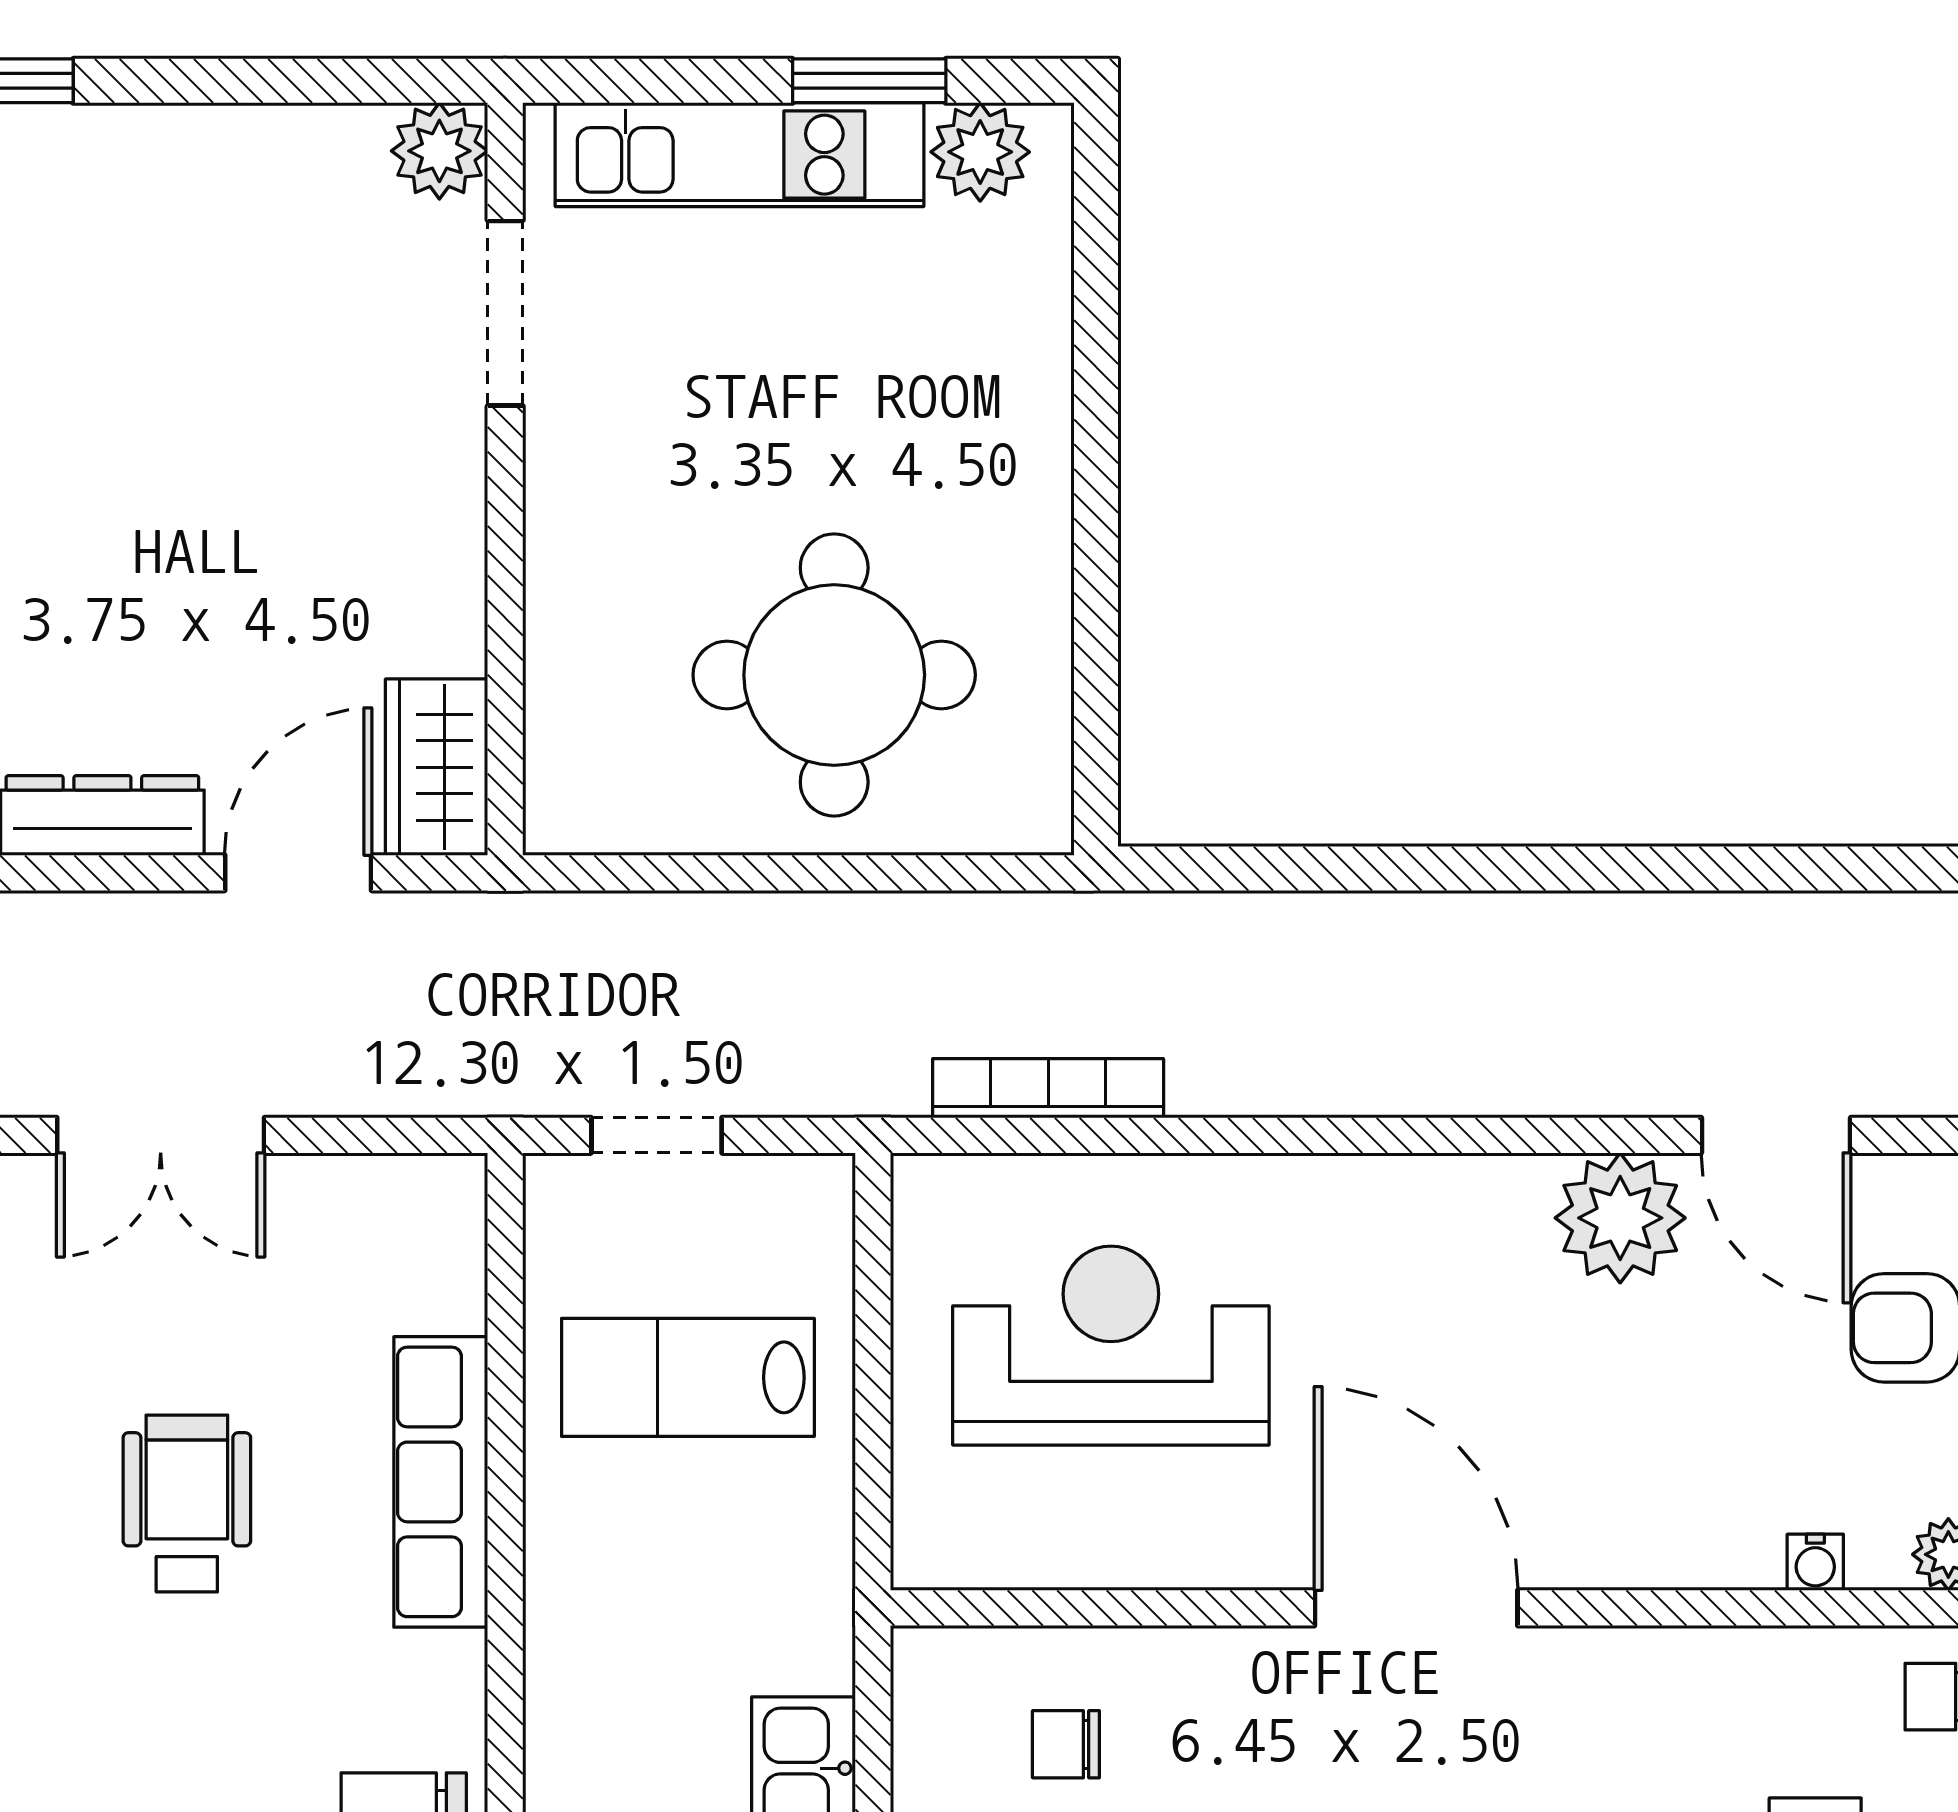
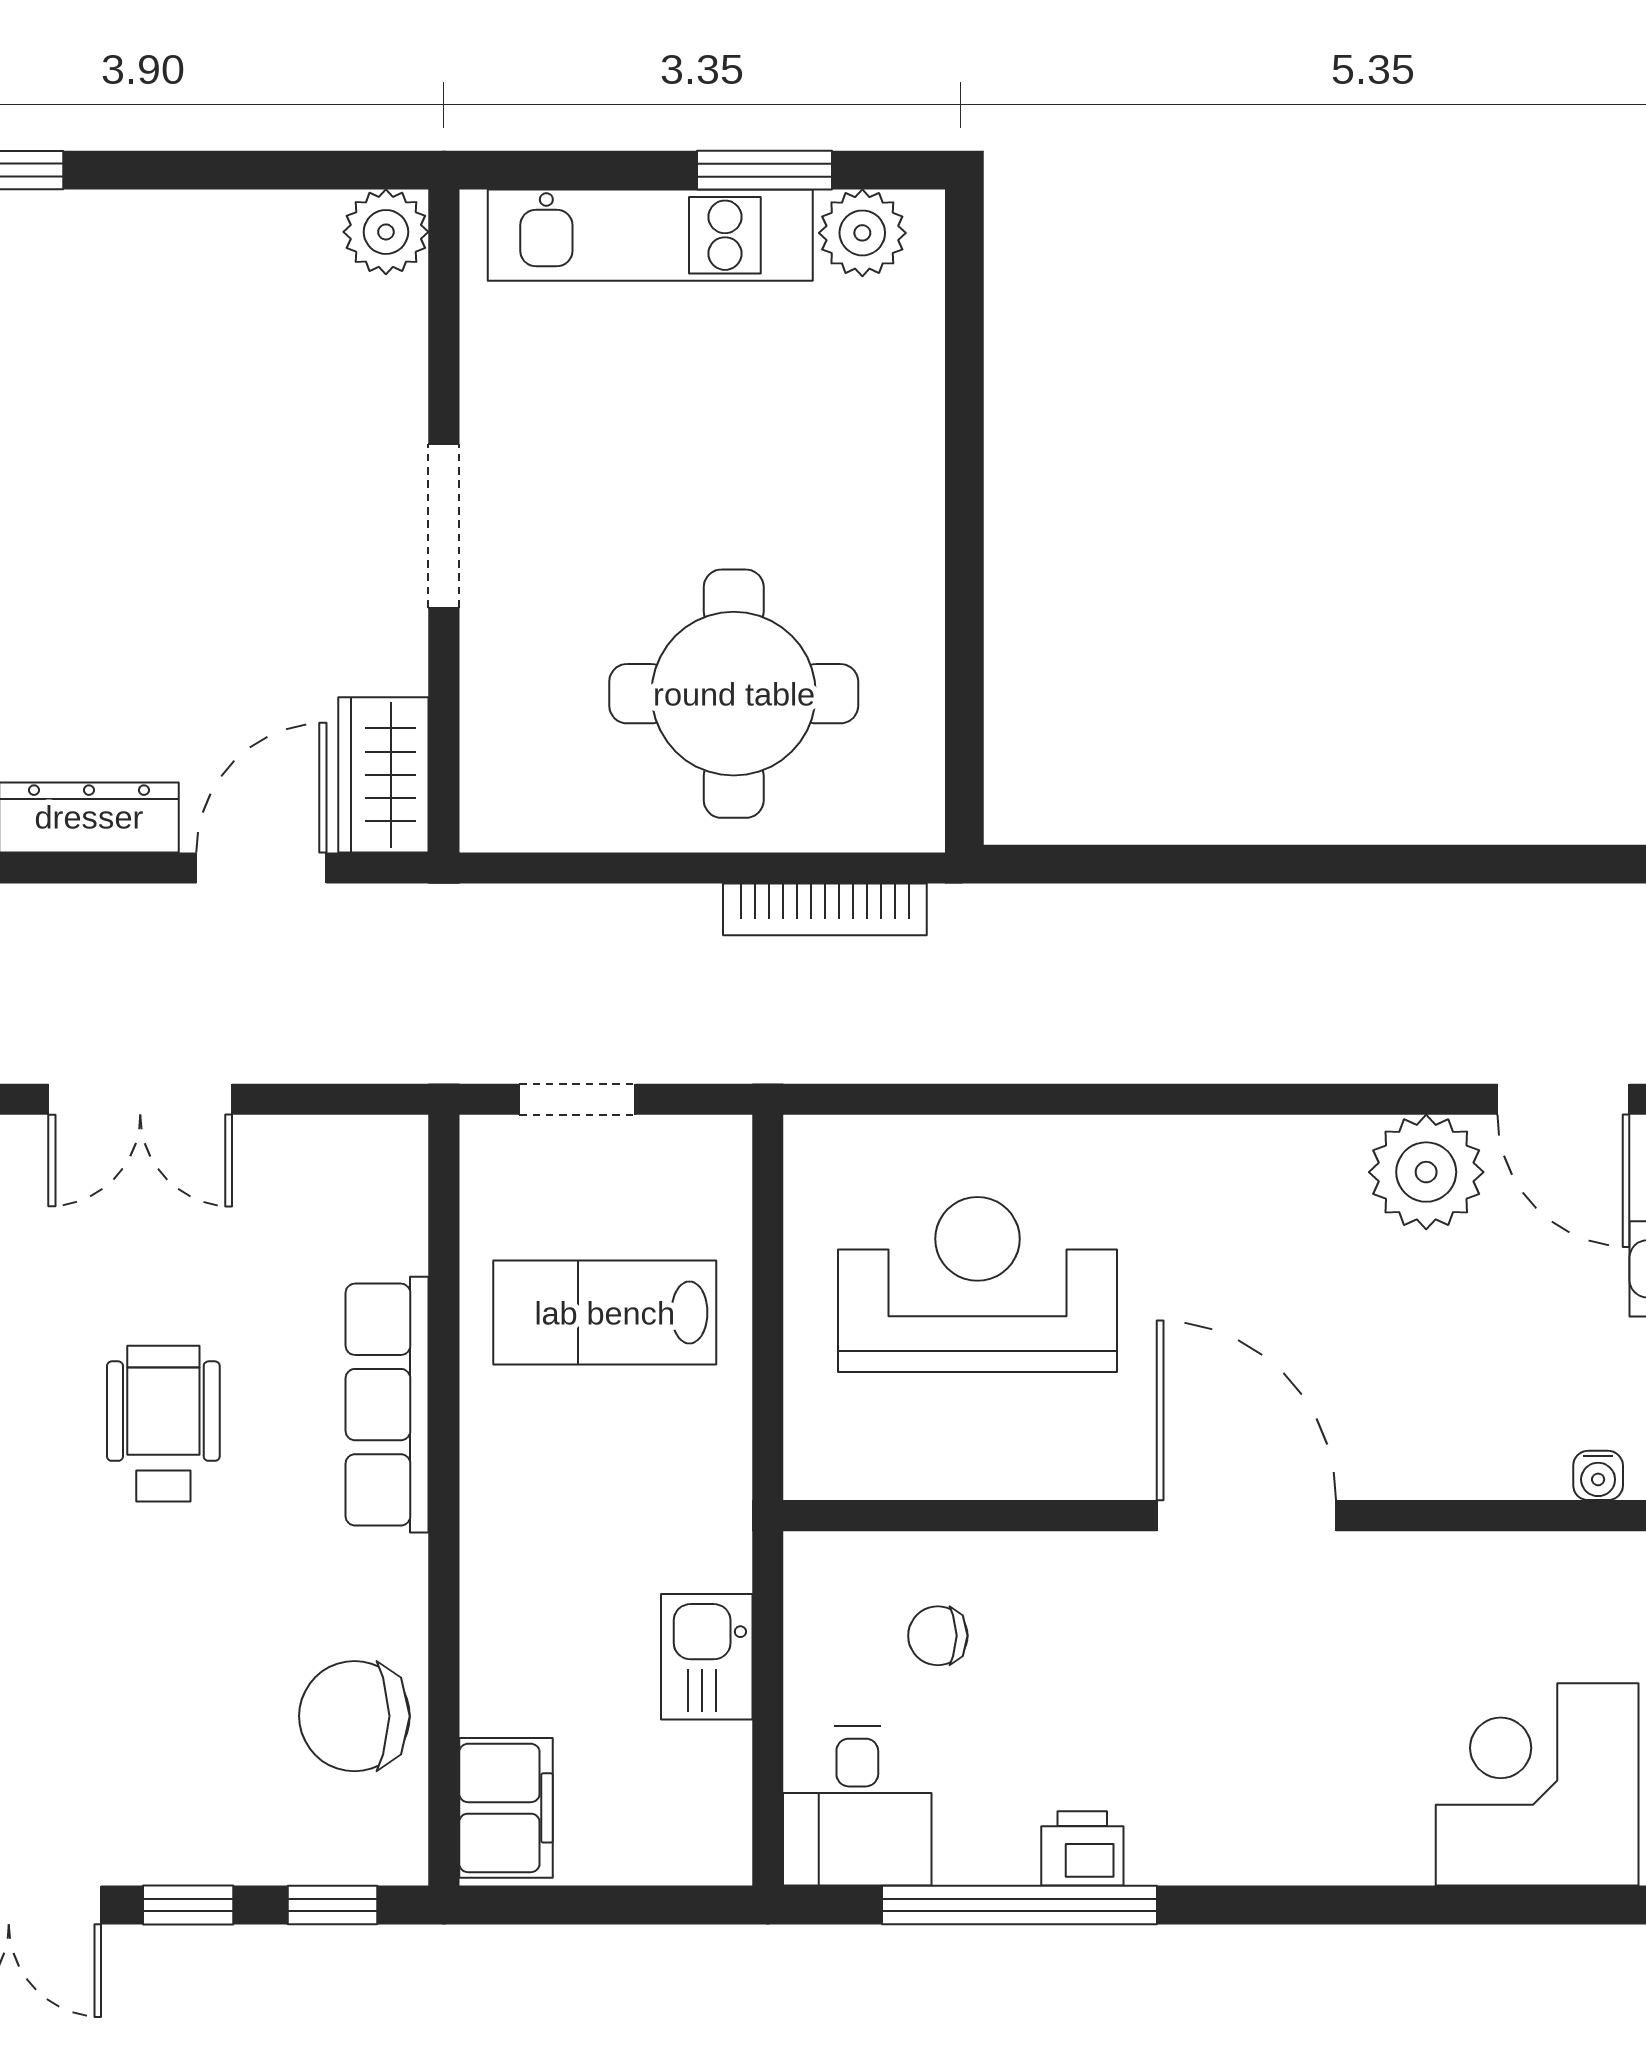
doorway: (505, 313) -> (444, 526), moved
bookcase: (1048, 1088) -> (825, 909), moved, turned 180

